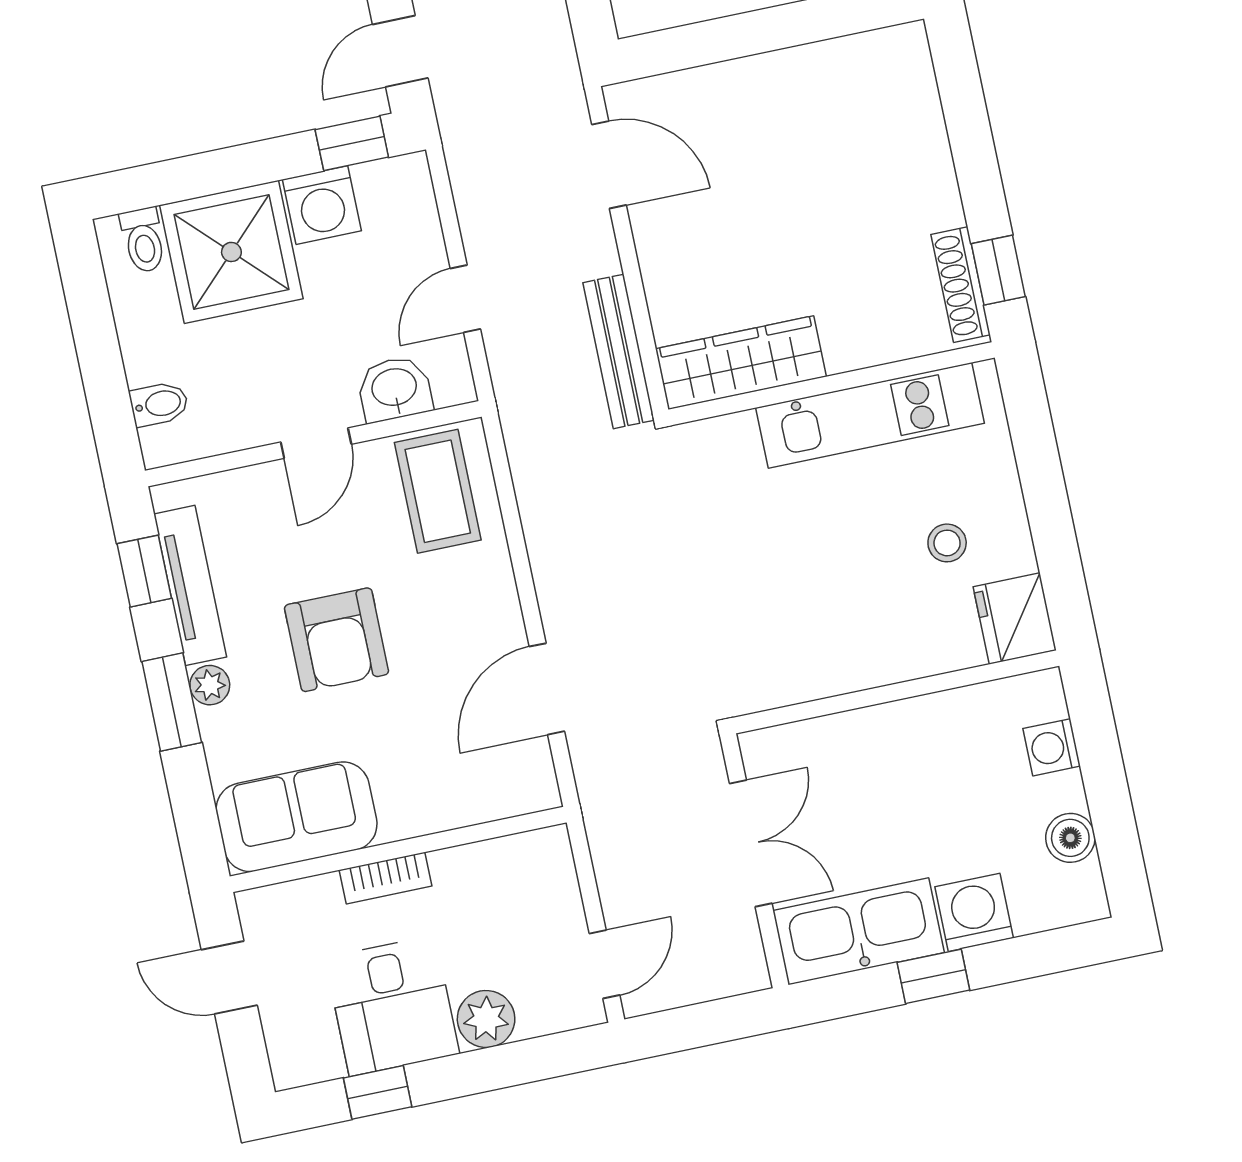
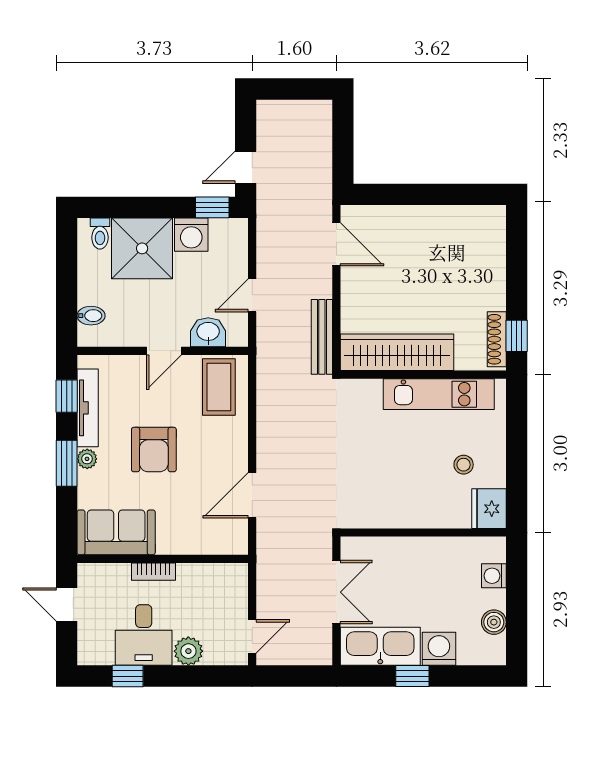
wardrobe: (741, 363) -> (397, 352), width x1.40, depth x1.17

